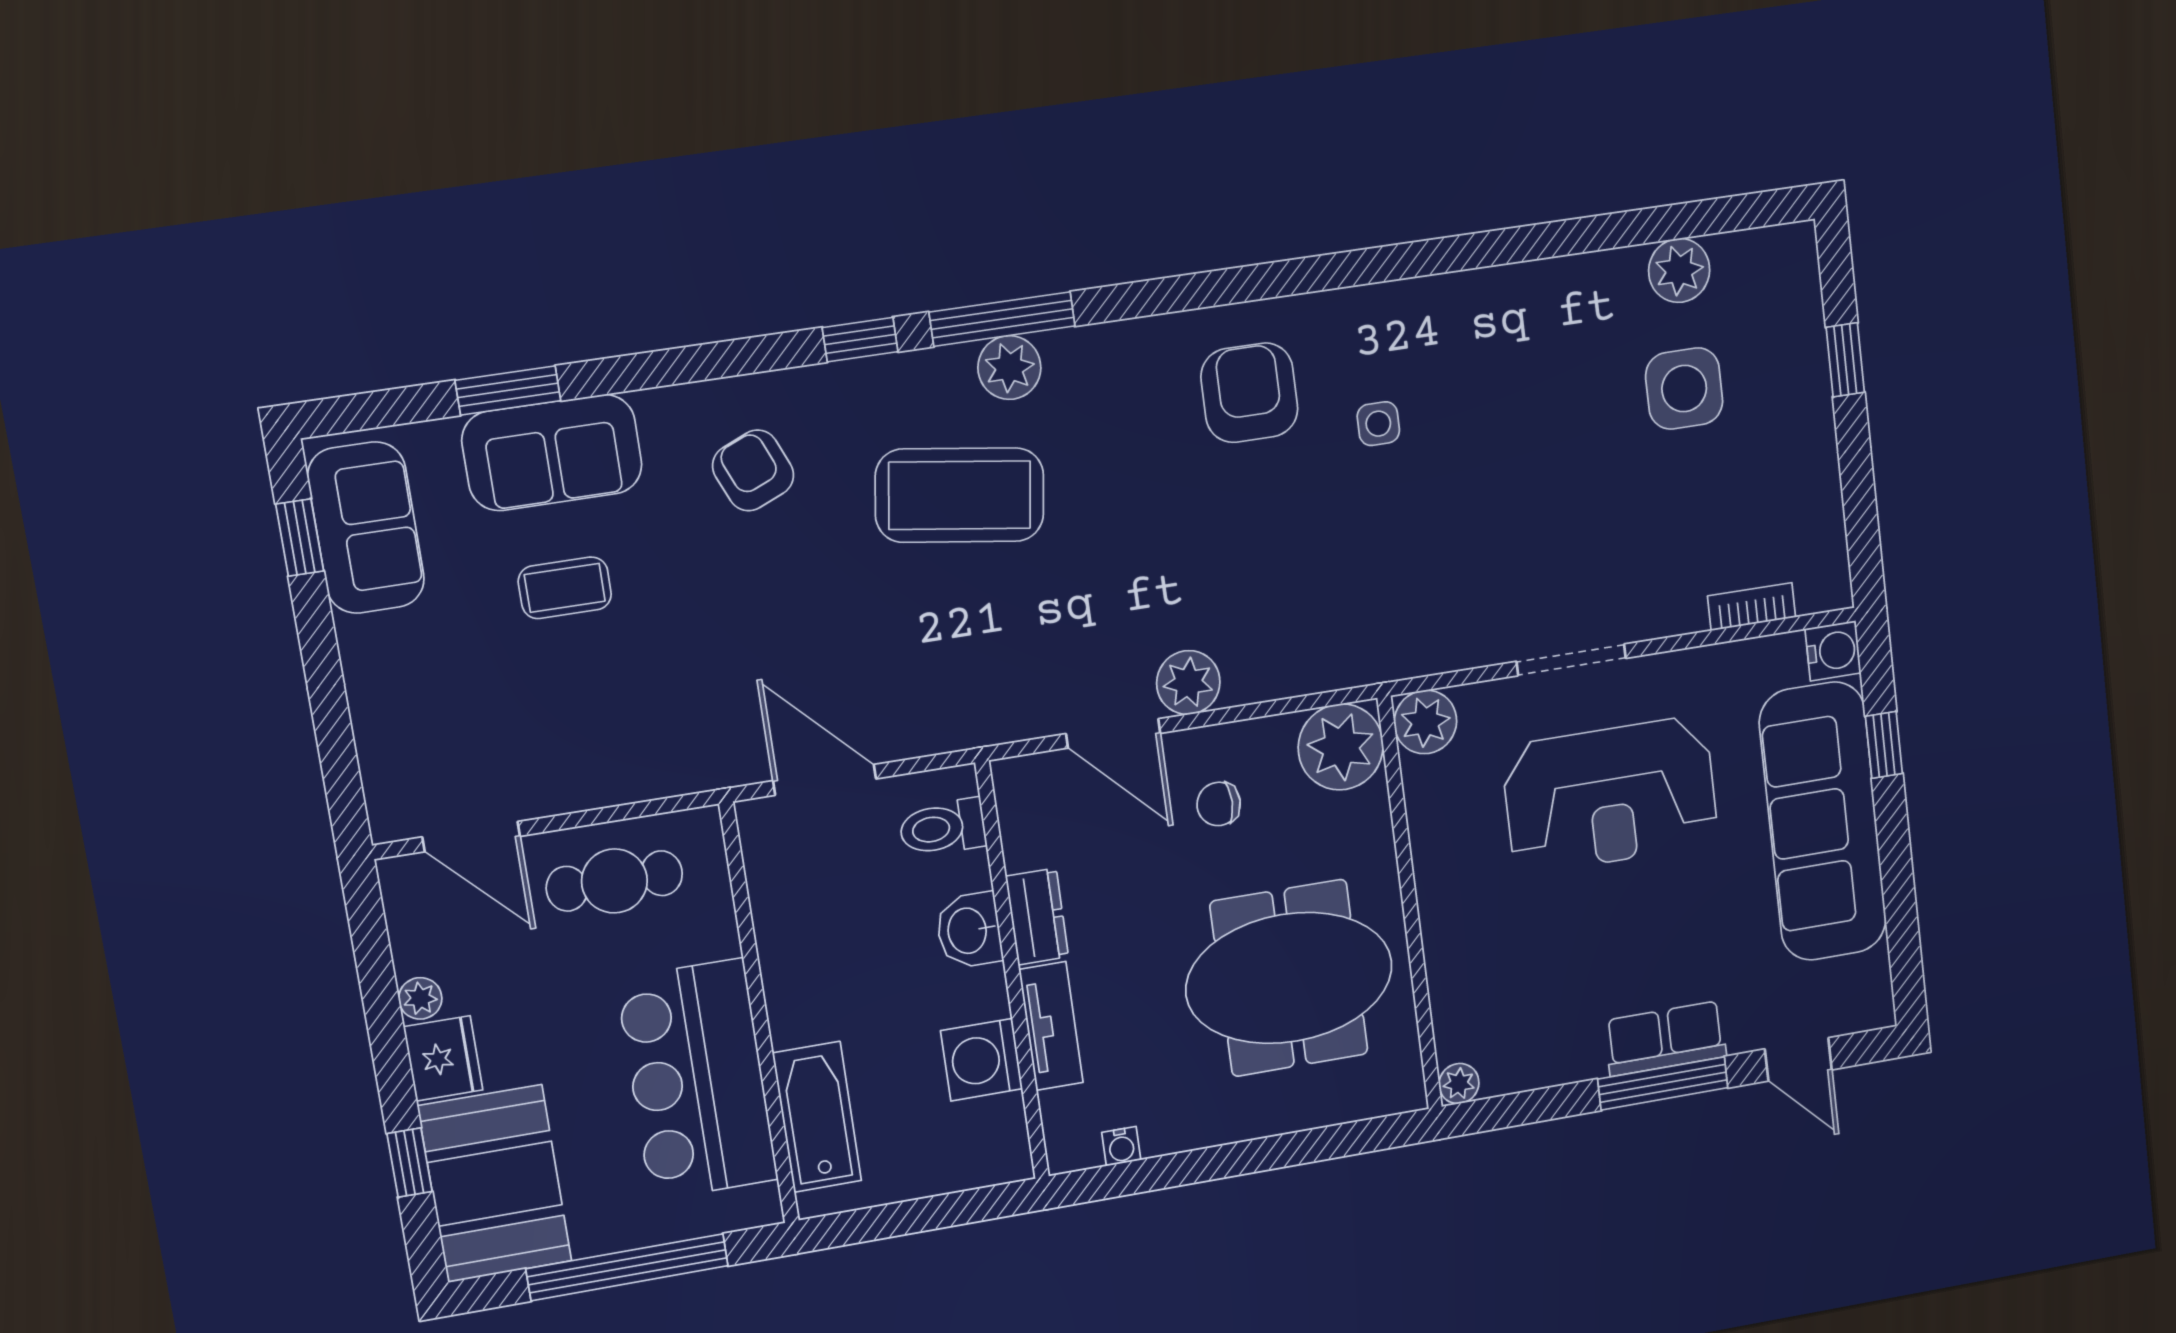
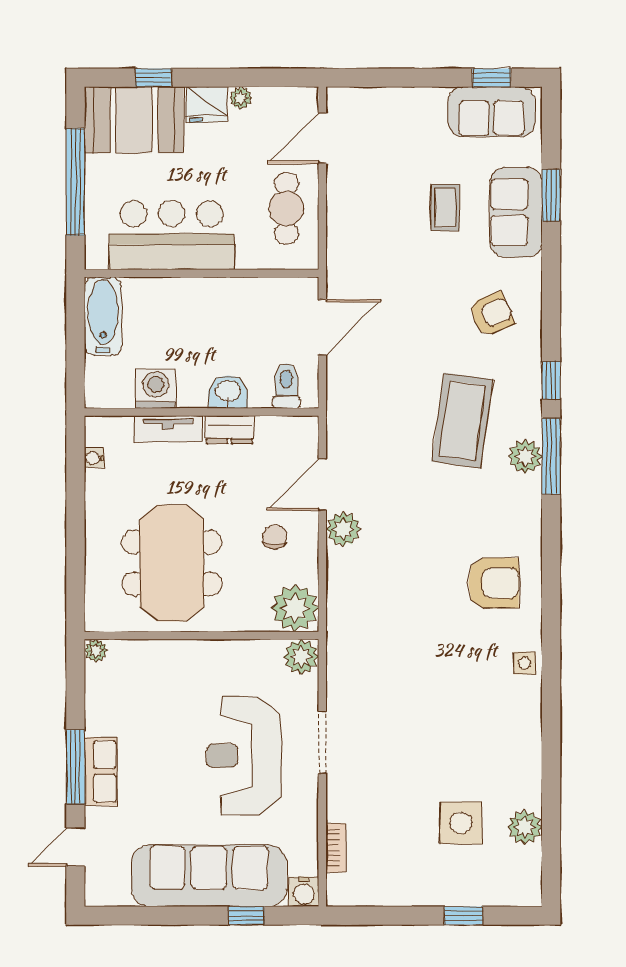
side table: (1378, 424) -> (525, 663), moved
bathtub: (817, 1117) -> (103, 316), moved, turned -90

